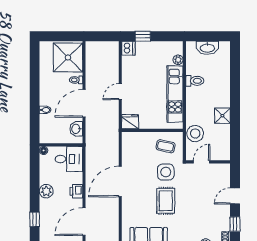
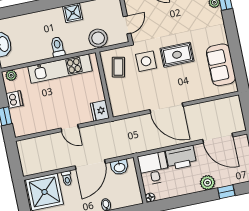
dishwasher: (128, 48) -> (14, 100), moved, turned 90
plant: (178, 60) -> (11, 75), moved
toilet: (195, 81) -> (58, 47), moved
door: (84, 103) -> (90, 165), hinge flipped
door: (202, 162) -> (127, 25), swing flipped
plant: (46, 191) -> (208, 183), moved
printer: (76, 191) -> (181, 158), width x1.87, depth x1.48

